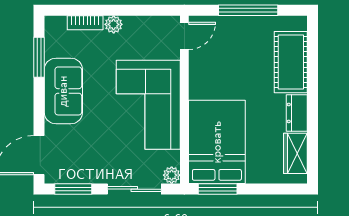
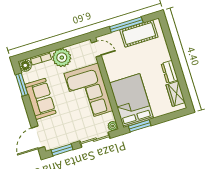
plant: (114, 24) -> (62, 58), width x1.88, depth x1.88
floor lamp: (55, 26) -> (25, 65), added
door: (184, 36) -> (96, 49), hinge flipped
cot: (291, 62) -> (139, 34), moved, turned 90

